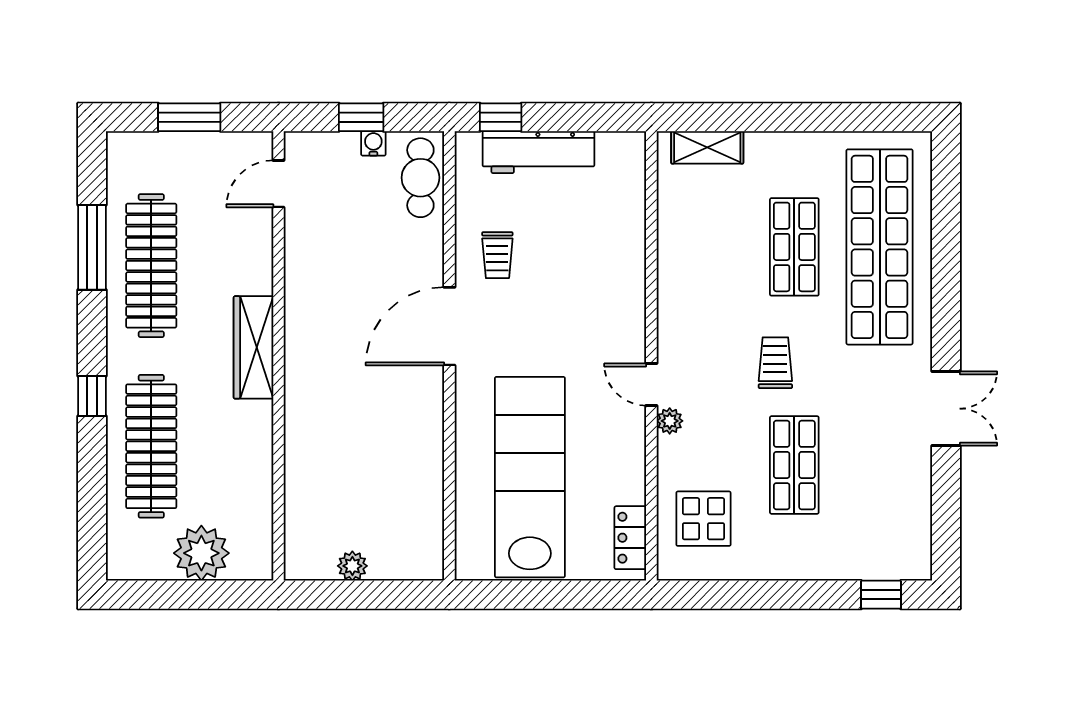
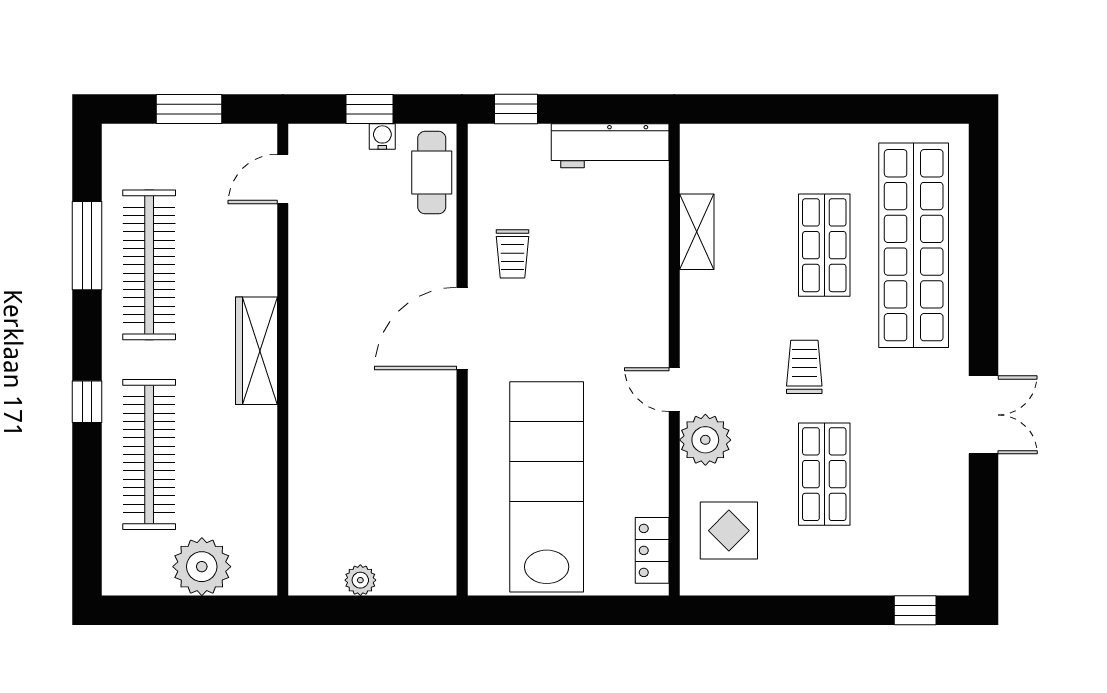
shelving: (707, 147) -> (697, 232), moved, turned 90
workbench: (538, 152) -> (610, 146), moved
plant: (670, 421) -> (705, 440), width x1.87, depth x1.87

